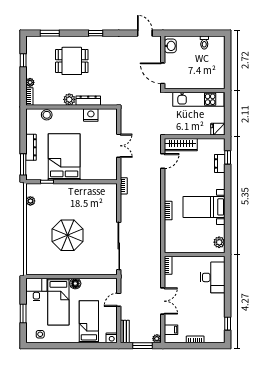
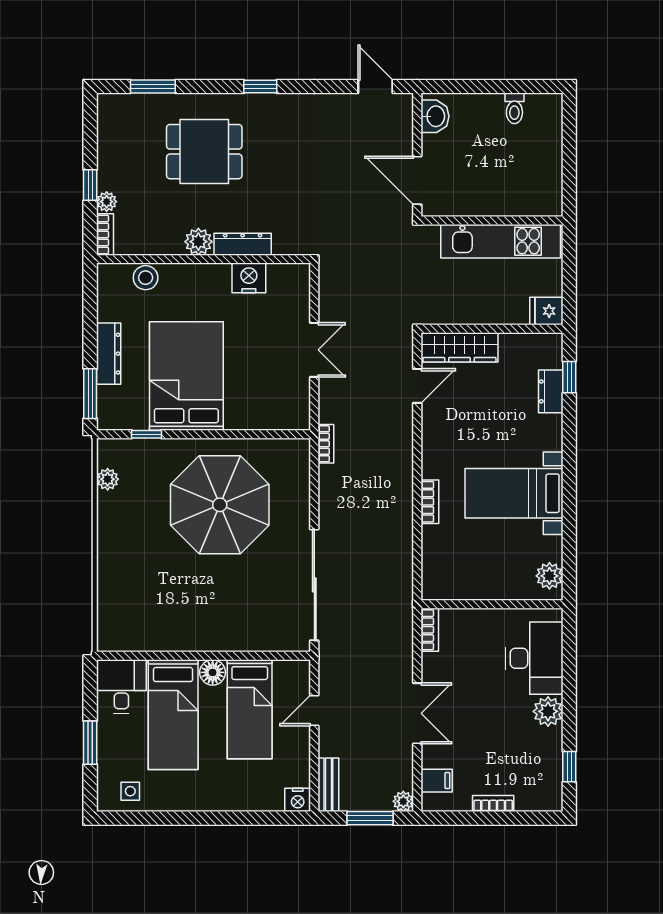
window: (23, 60) -> (90, 185), moved
parasol: (68, 235) -> (220, 505), moved, width x1.36, depth x1.36
plant: (219, 300) -> (548, 711), added
bed: (89, 322) -> (250, 709), moved, turned 180

